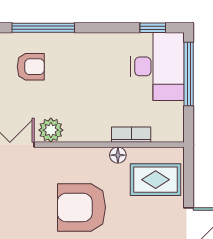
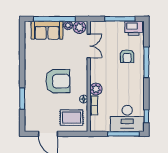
plant: (51, 130) -> (96, 89), moved
rug: (156, 180) -> (72, 118), turned 90
armchair: (81, 207) -> (58, 81), turned 89

